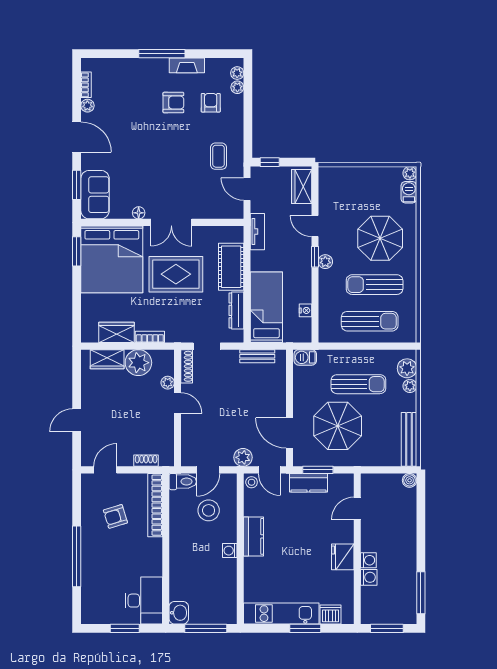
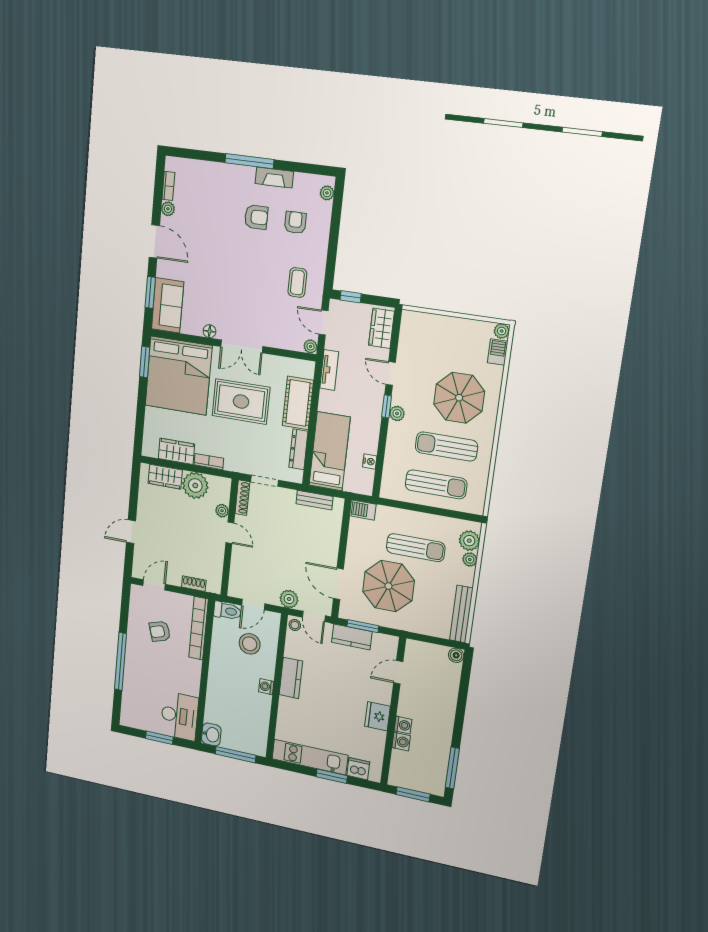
plant: (237, 87) -> (311, 346), moved

